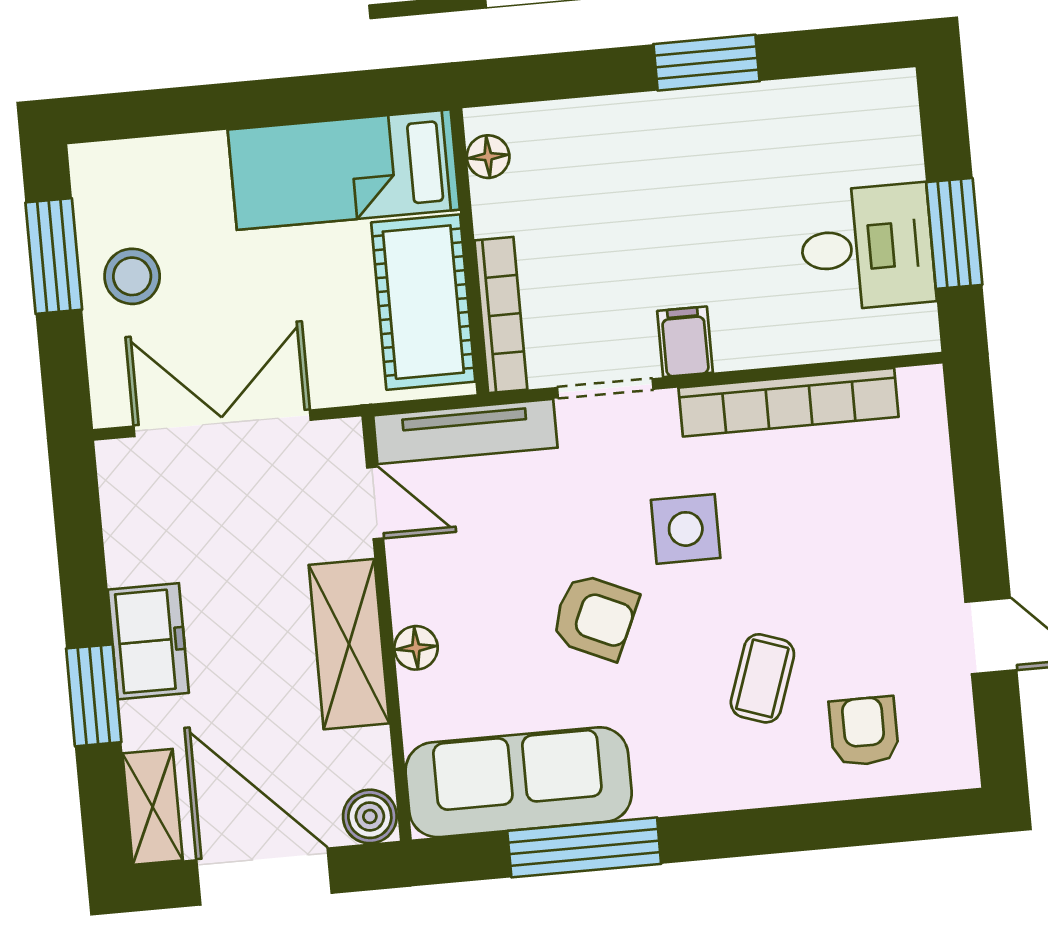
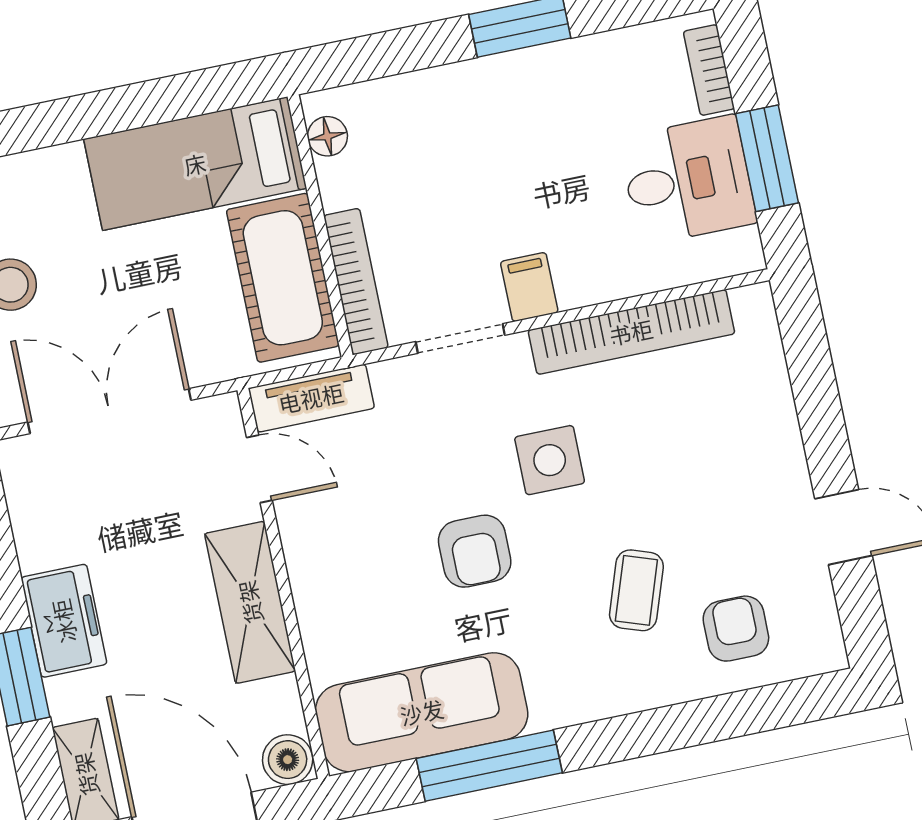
bookcase: (903, 132) -> (709, 70), added
tv unit: (465, 432) -> (311, 398), width x0.71
armchair: (595, 617) -> (475, 551), turned 66
floor lamp: (416, 648) -> (312, 599), removed

